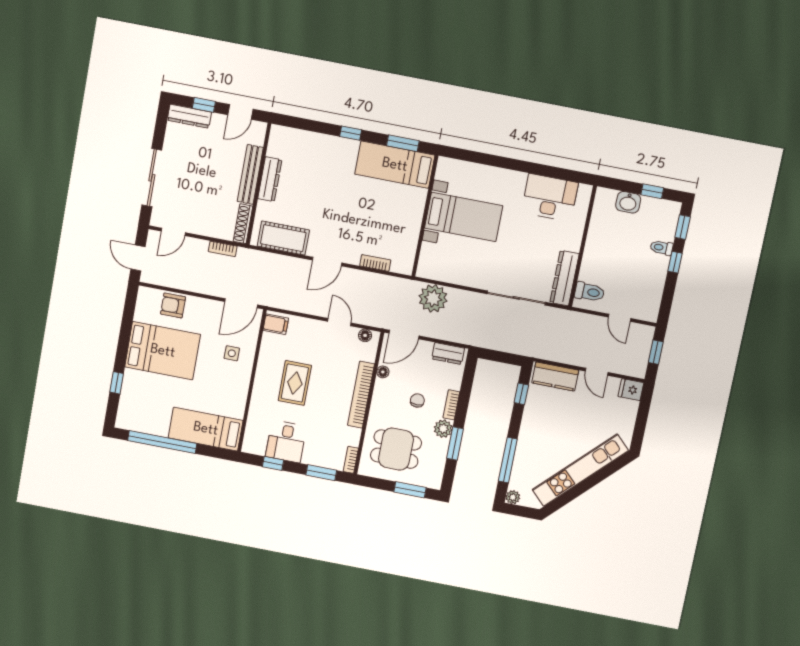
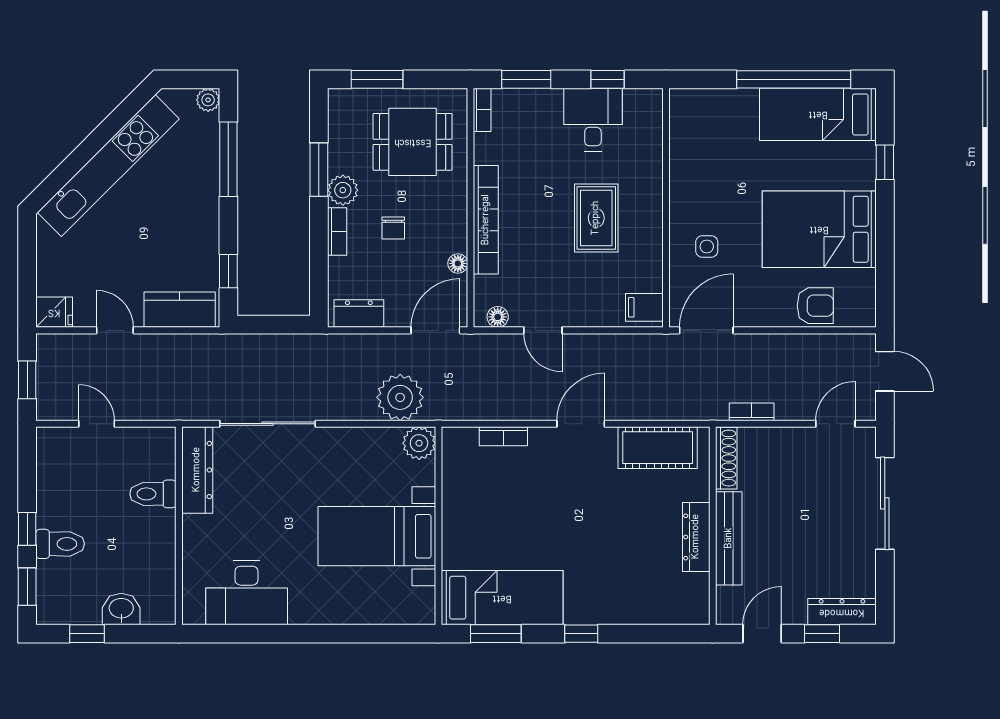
toilet: (662, 248) -> (60, 544), width x1.37, depth x1.39
plant: (427, 269) -> (419, 443), added
toilet: (590, 292) -> (153, 494), moved
bed: (206, 429) -> (818, 114), moved, turned 180

